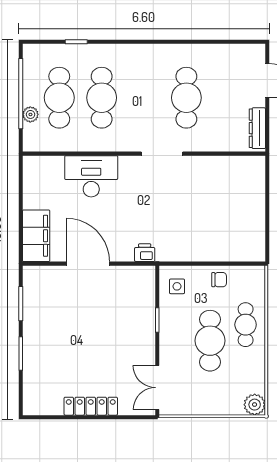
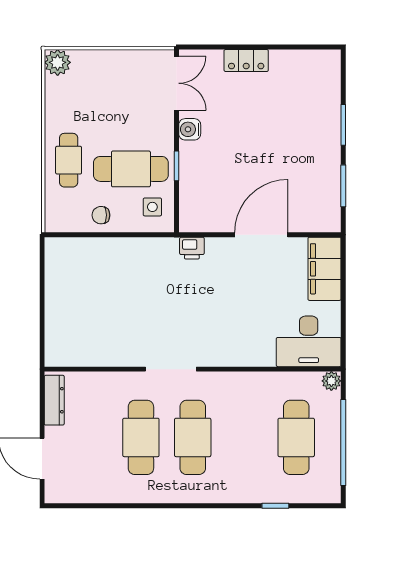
cafe table: (102, 98) -> (193, 437), moved
plant: (30, 114) -> (331, 381), moved
desk: (91, 176) -> (309, 341), moved
door: (88, 264) -> (261, 235), swing flipped
cafe table: (210, 341) -> (131, 169), moved, turned 90
water cooler: (146, 350) -> (190, 129), added
locker: (91, 406) -> (246, 60), width x0.66

